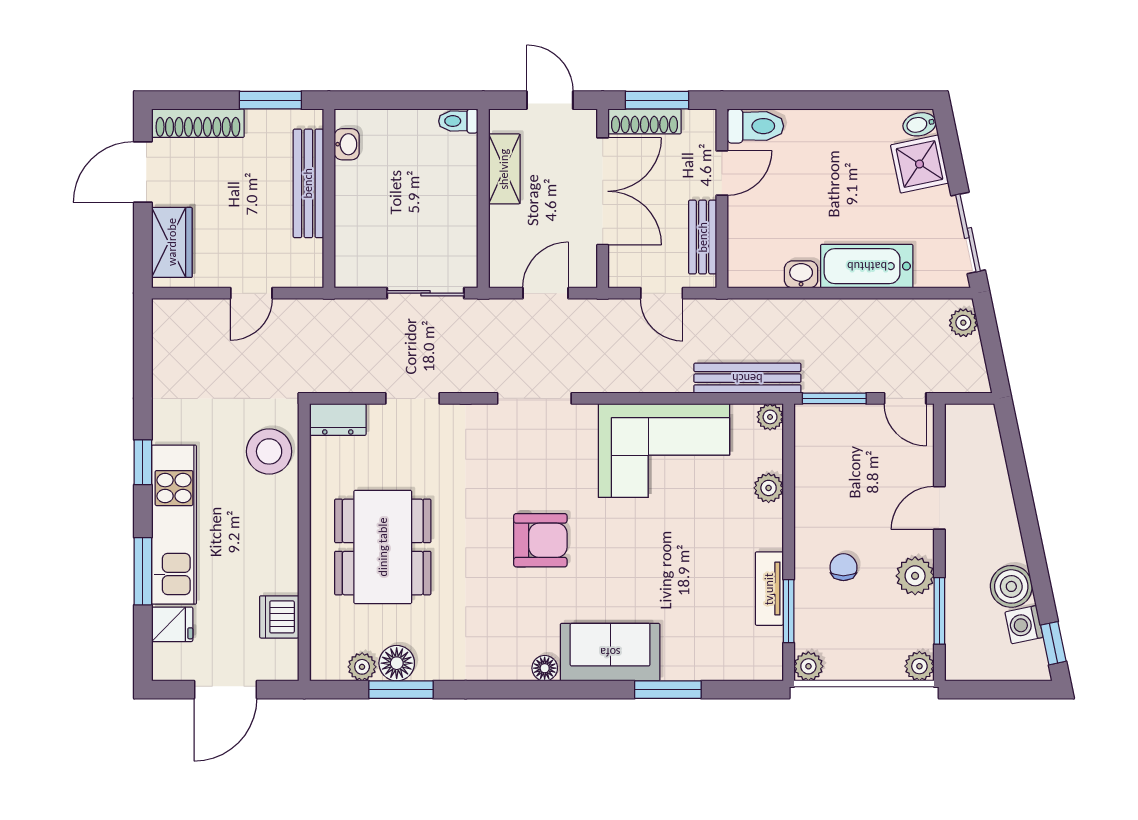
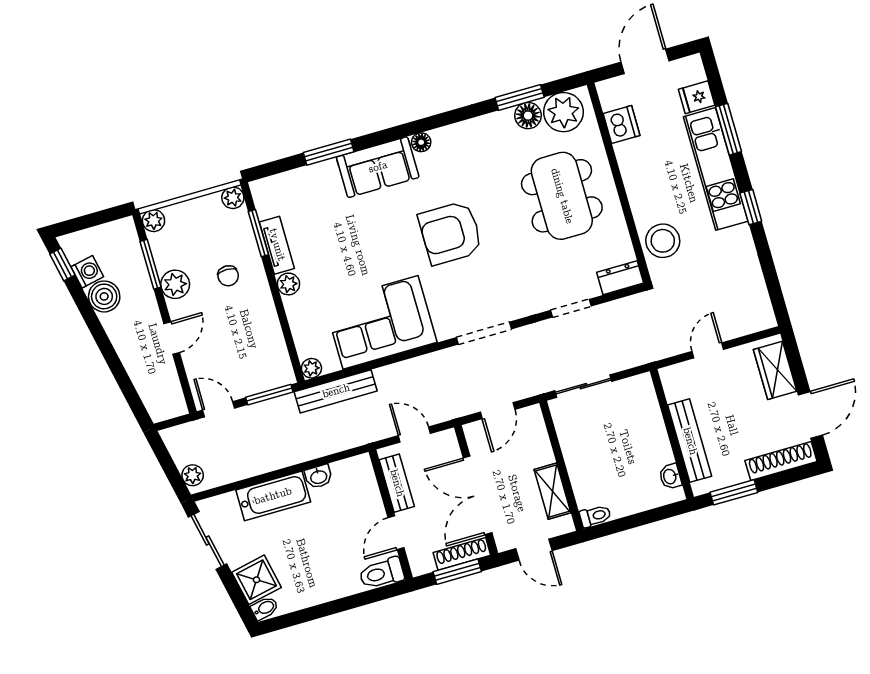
plant: (769, 488) -> (288, 284), moved
armchair: (540, 540) -> (450, 233), width x1.36, depth x1.36
plant: (362, 667) -> (563, 112), width x1.87, depth x1.87

